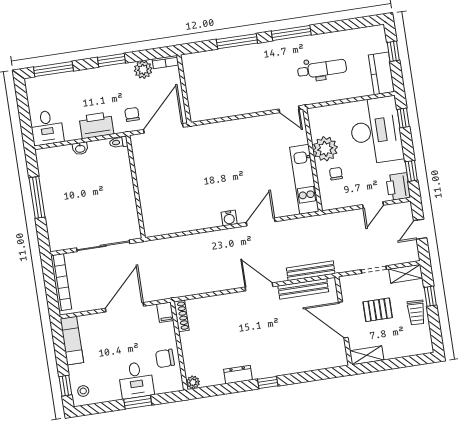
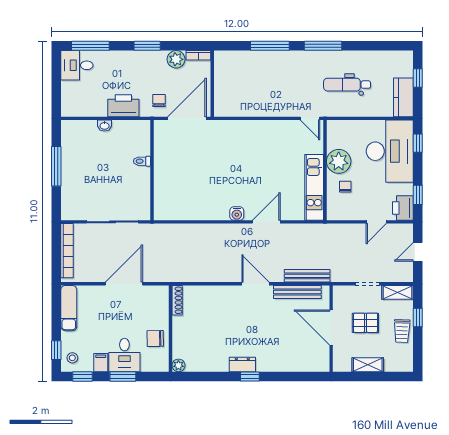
dental chair: (322, 69) -> (347, 85), turned 180
desk: (47, 128) -> (77, 65), moved, turned 90
toilet: (118, 142) -> (142, 161), moved
filing cabinet: (165, 312) -> (101, 363), moved, turned 180
shelving: (367, 355) -> (368, 365), moved
dresser: (238, 375) -> (242, 364), moved
window: (96, 408) -> (82, 376), added

